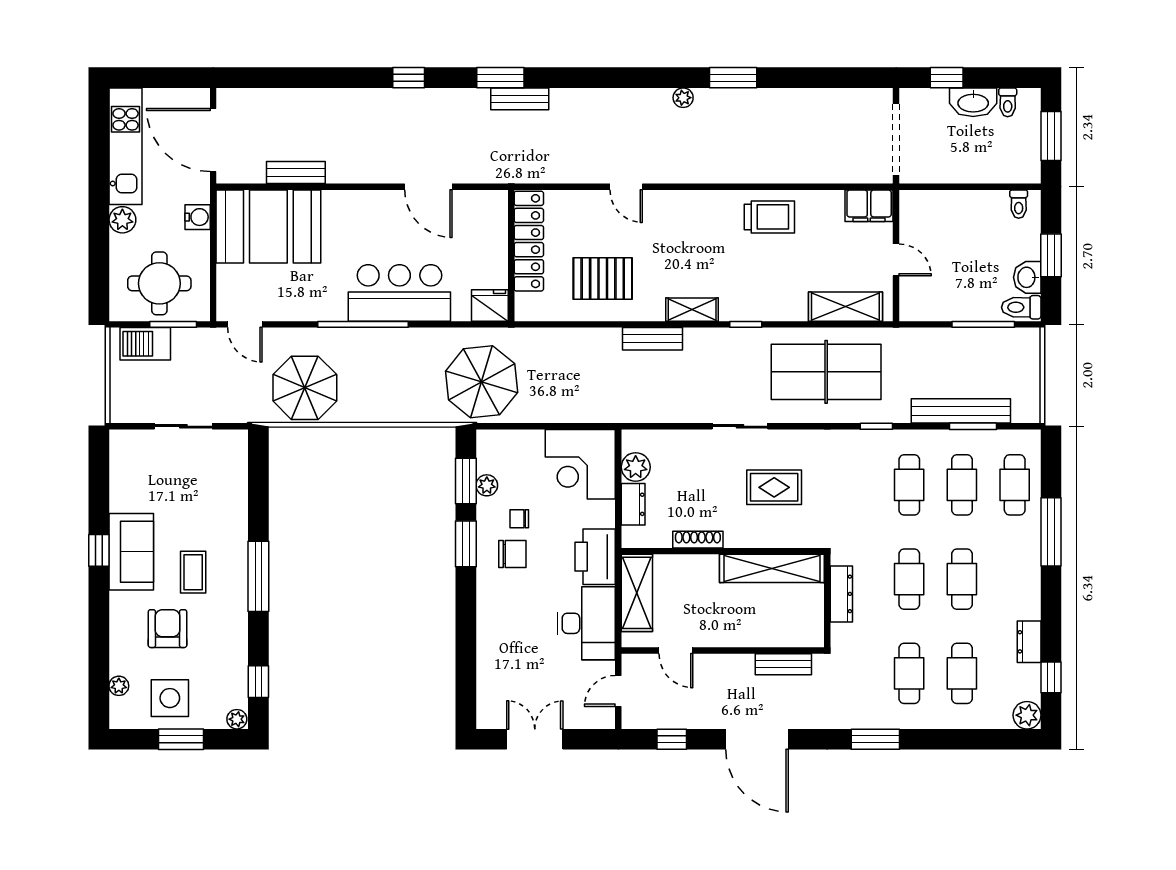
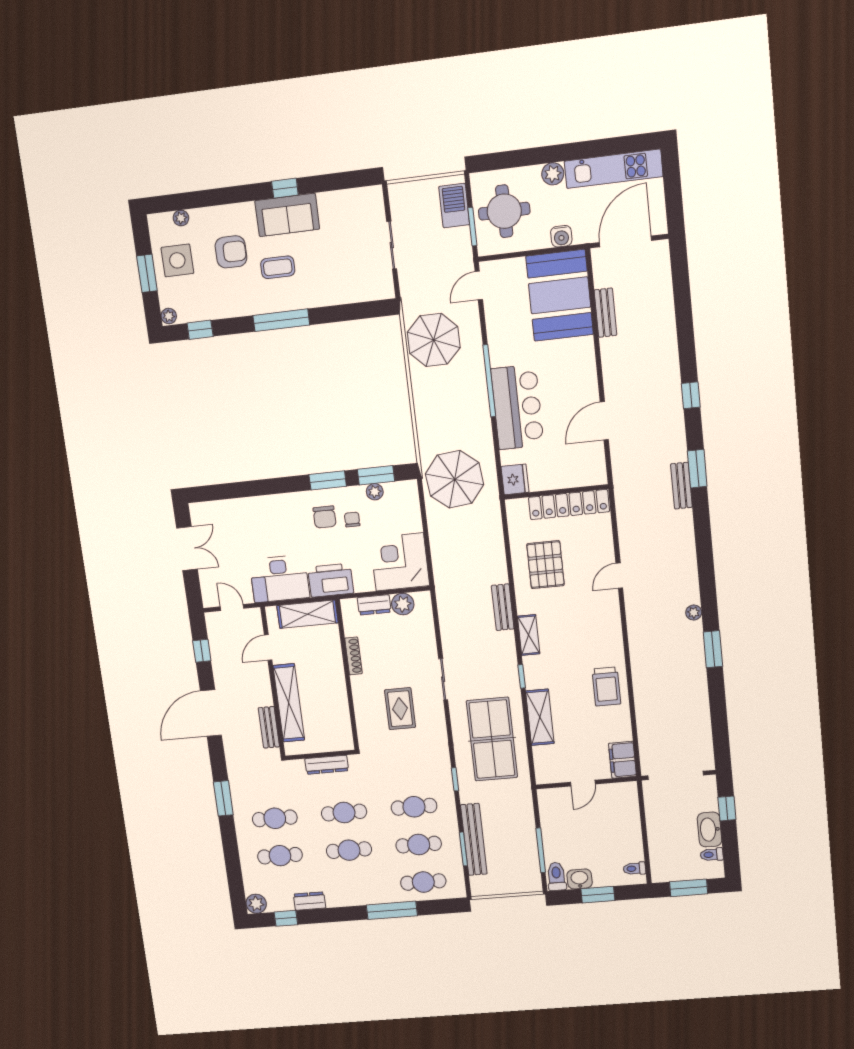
shelving: (845, 307) -> (540, 717), moved
shelving: (772, 568) -> (289, 703), moved

